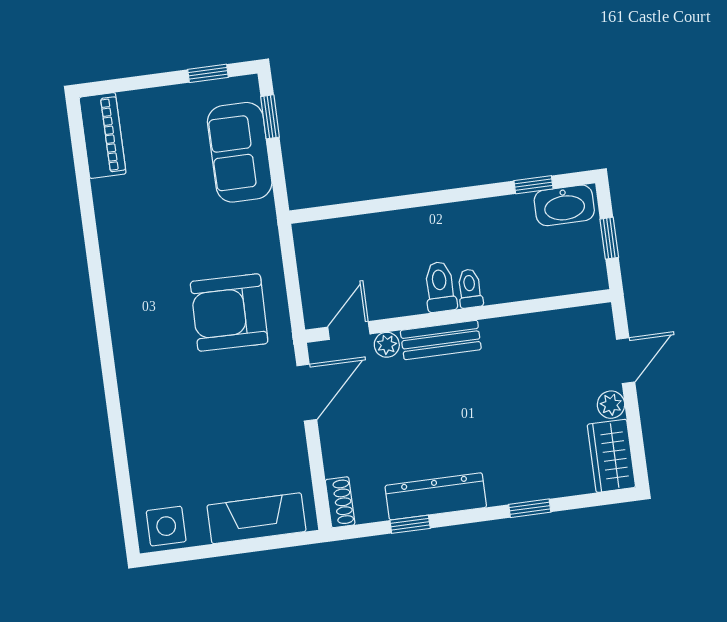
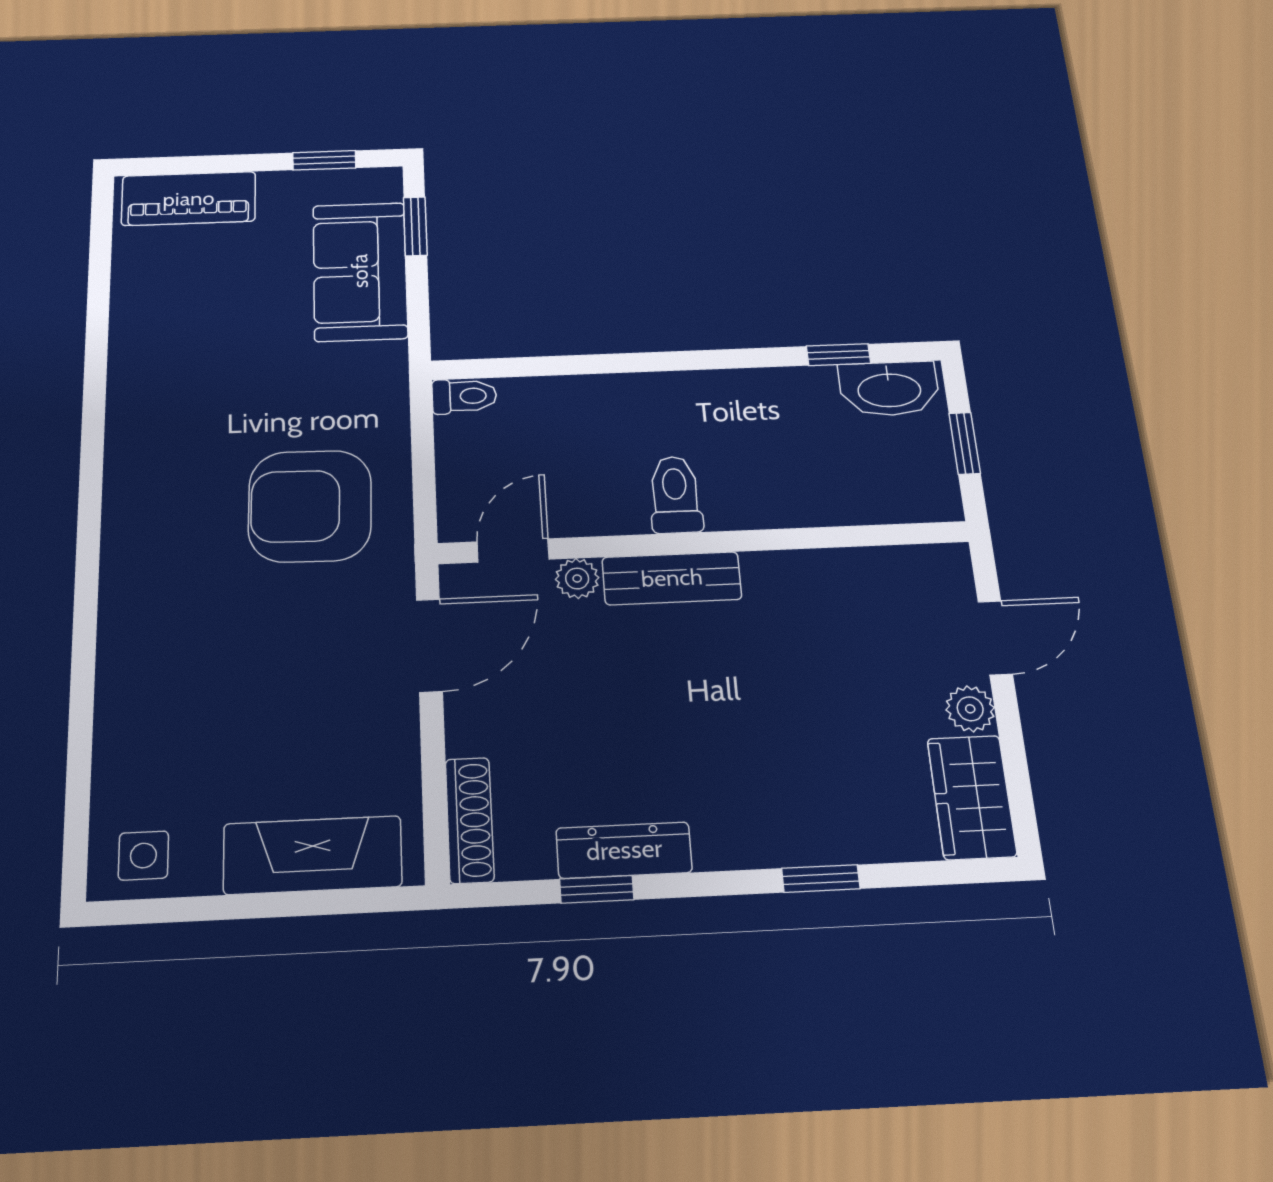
piano: (103, 136) -> (189, 199), moved, turned 90
toilet: (470, 288) -> (464, 396), moved, turned 90
dresser: (436, 496) -> (624, 850), width x0.73, depth x0.80
shoe rack: (340, 502) -> (470, 820), width x1.43
side table: (166, 526) -> (143, 856), width x0.73, depth x0.73

